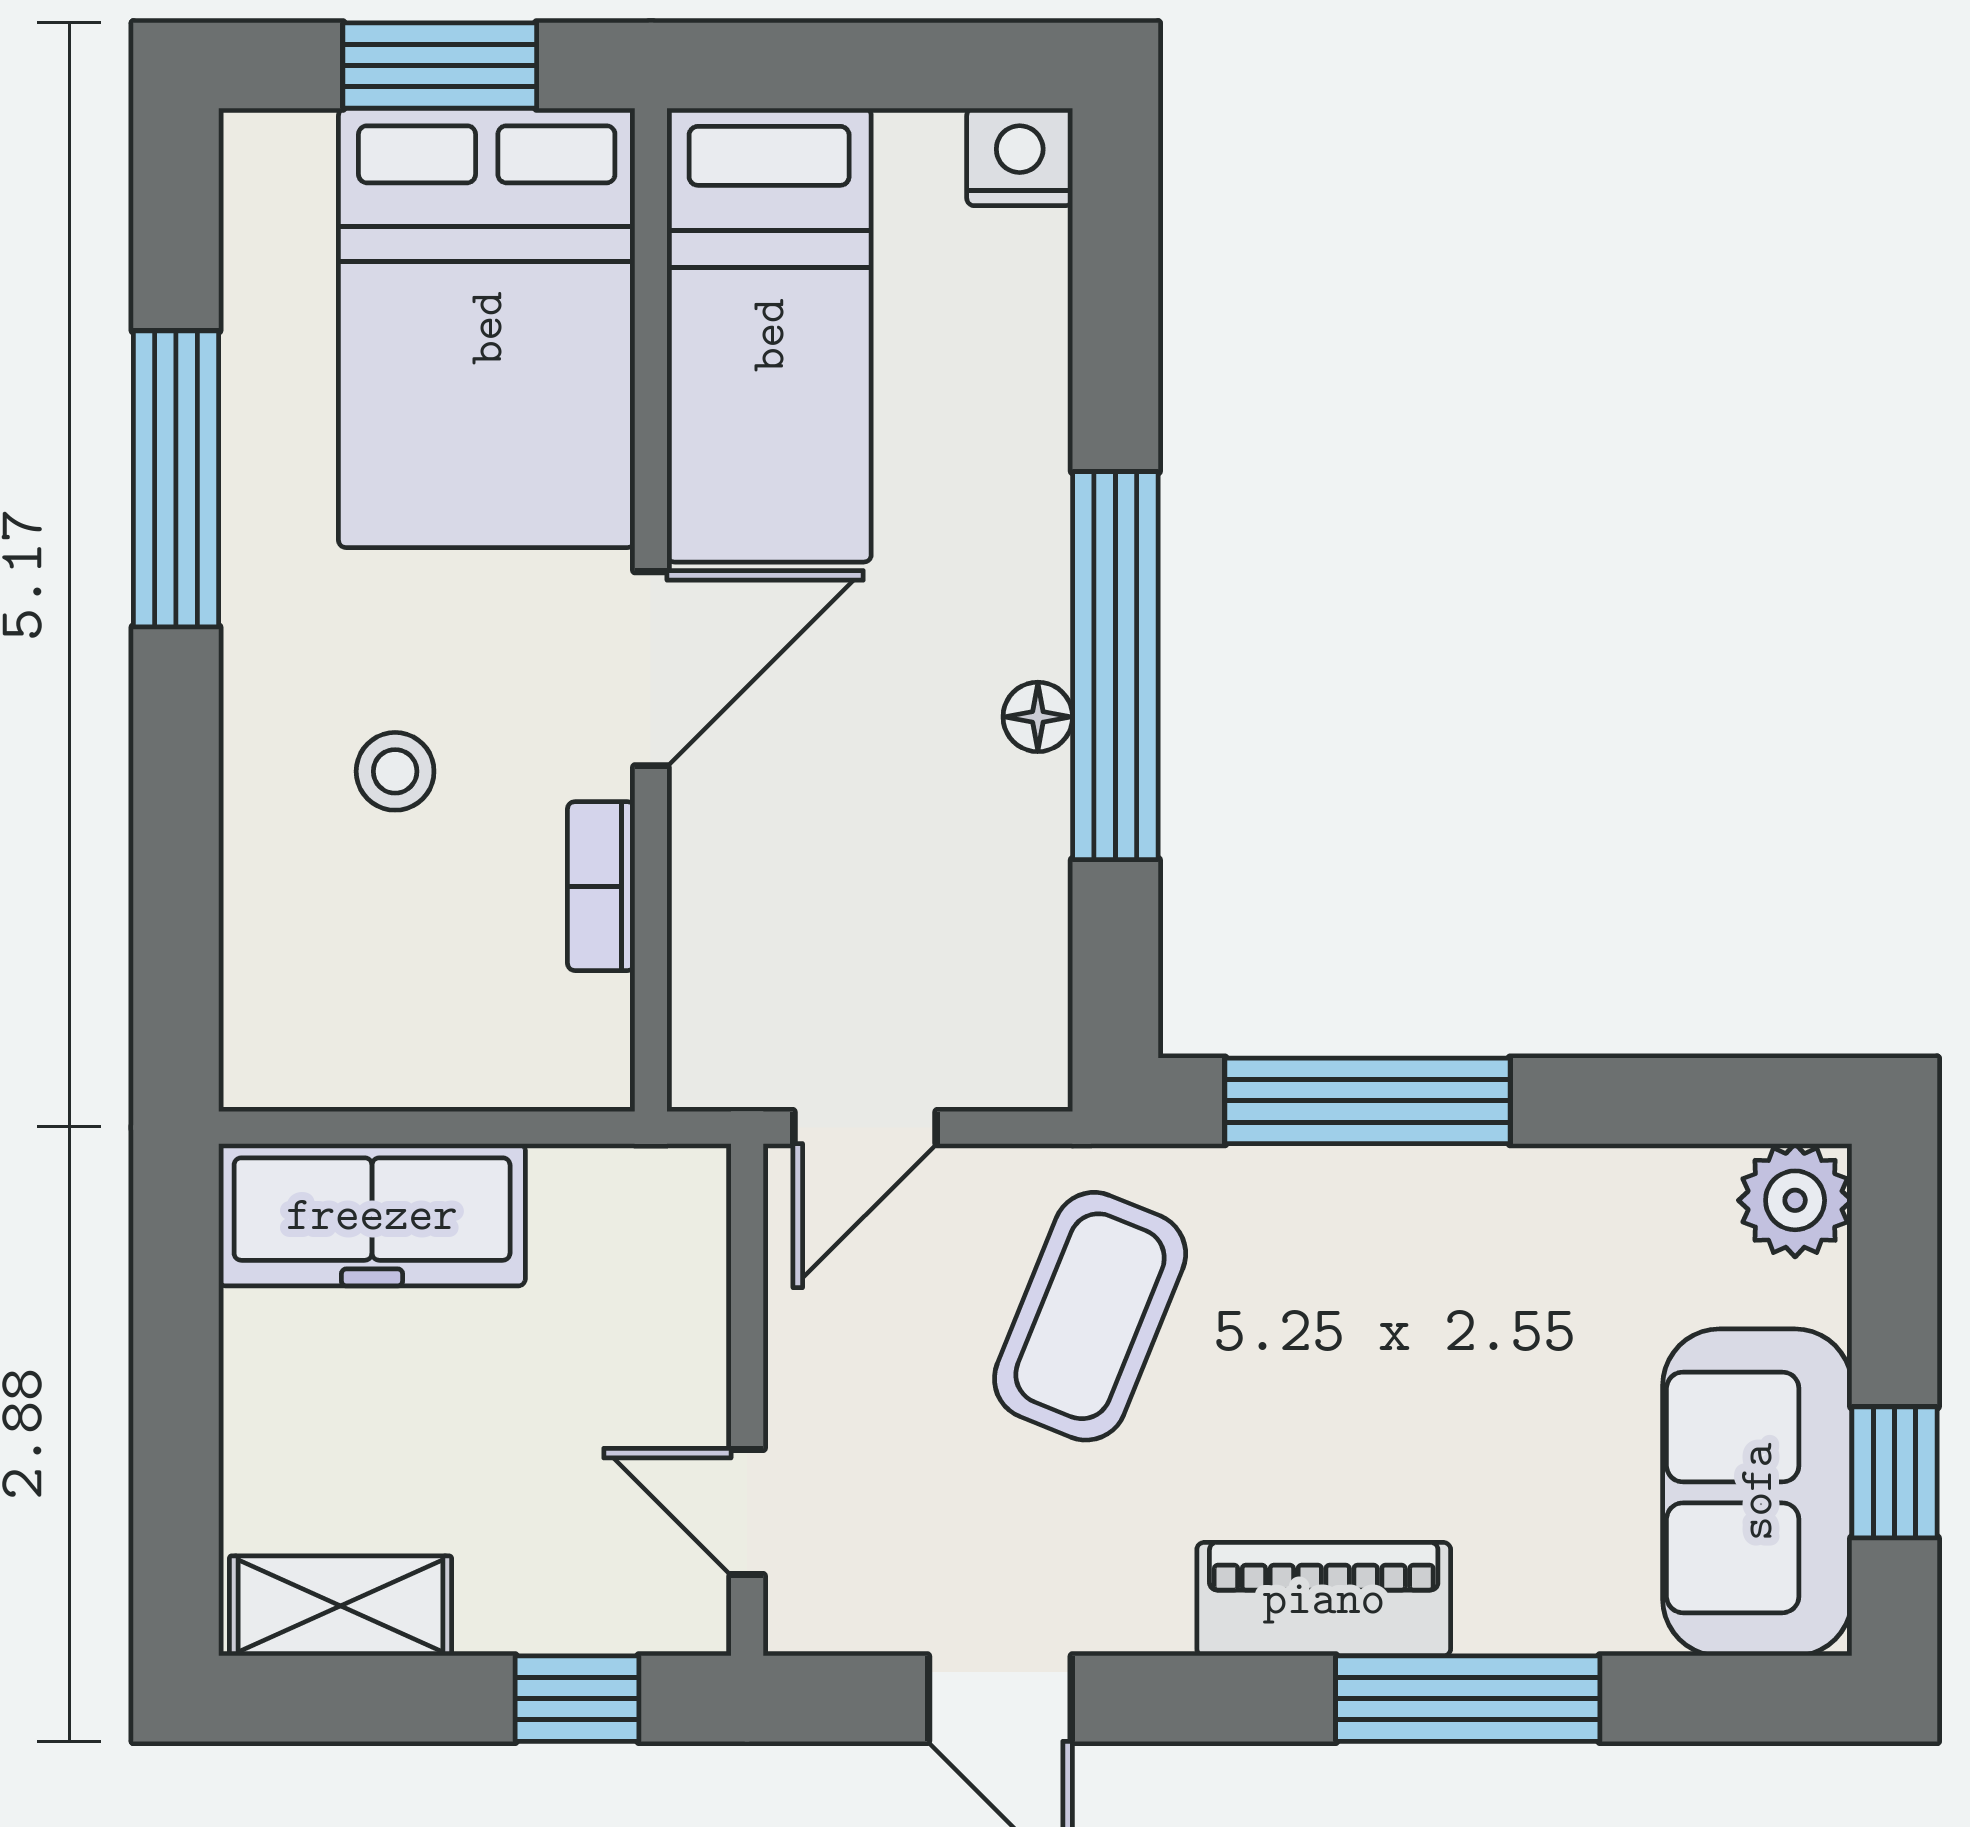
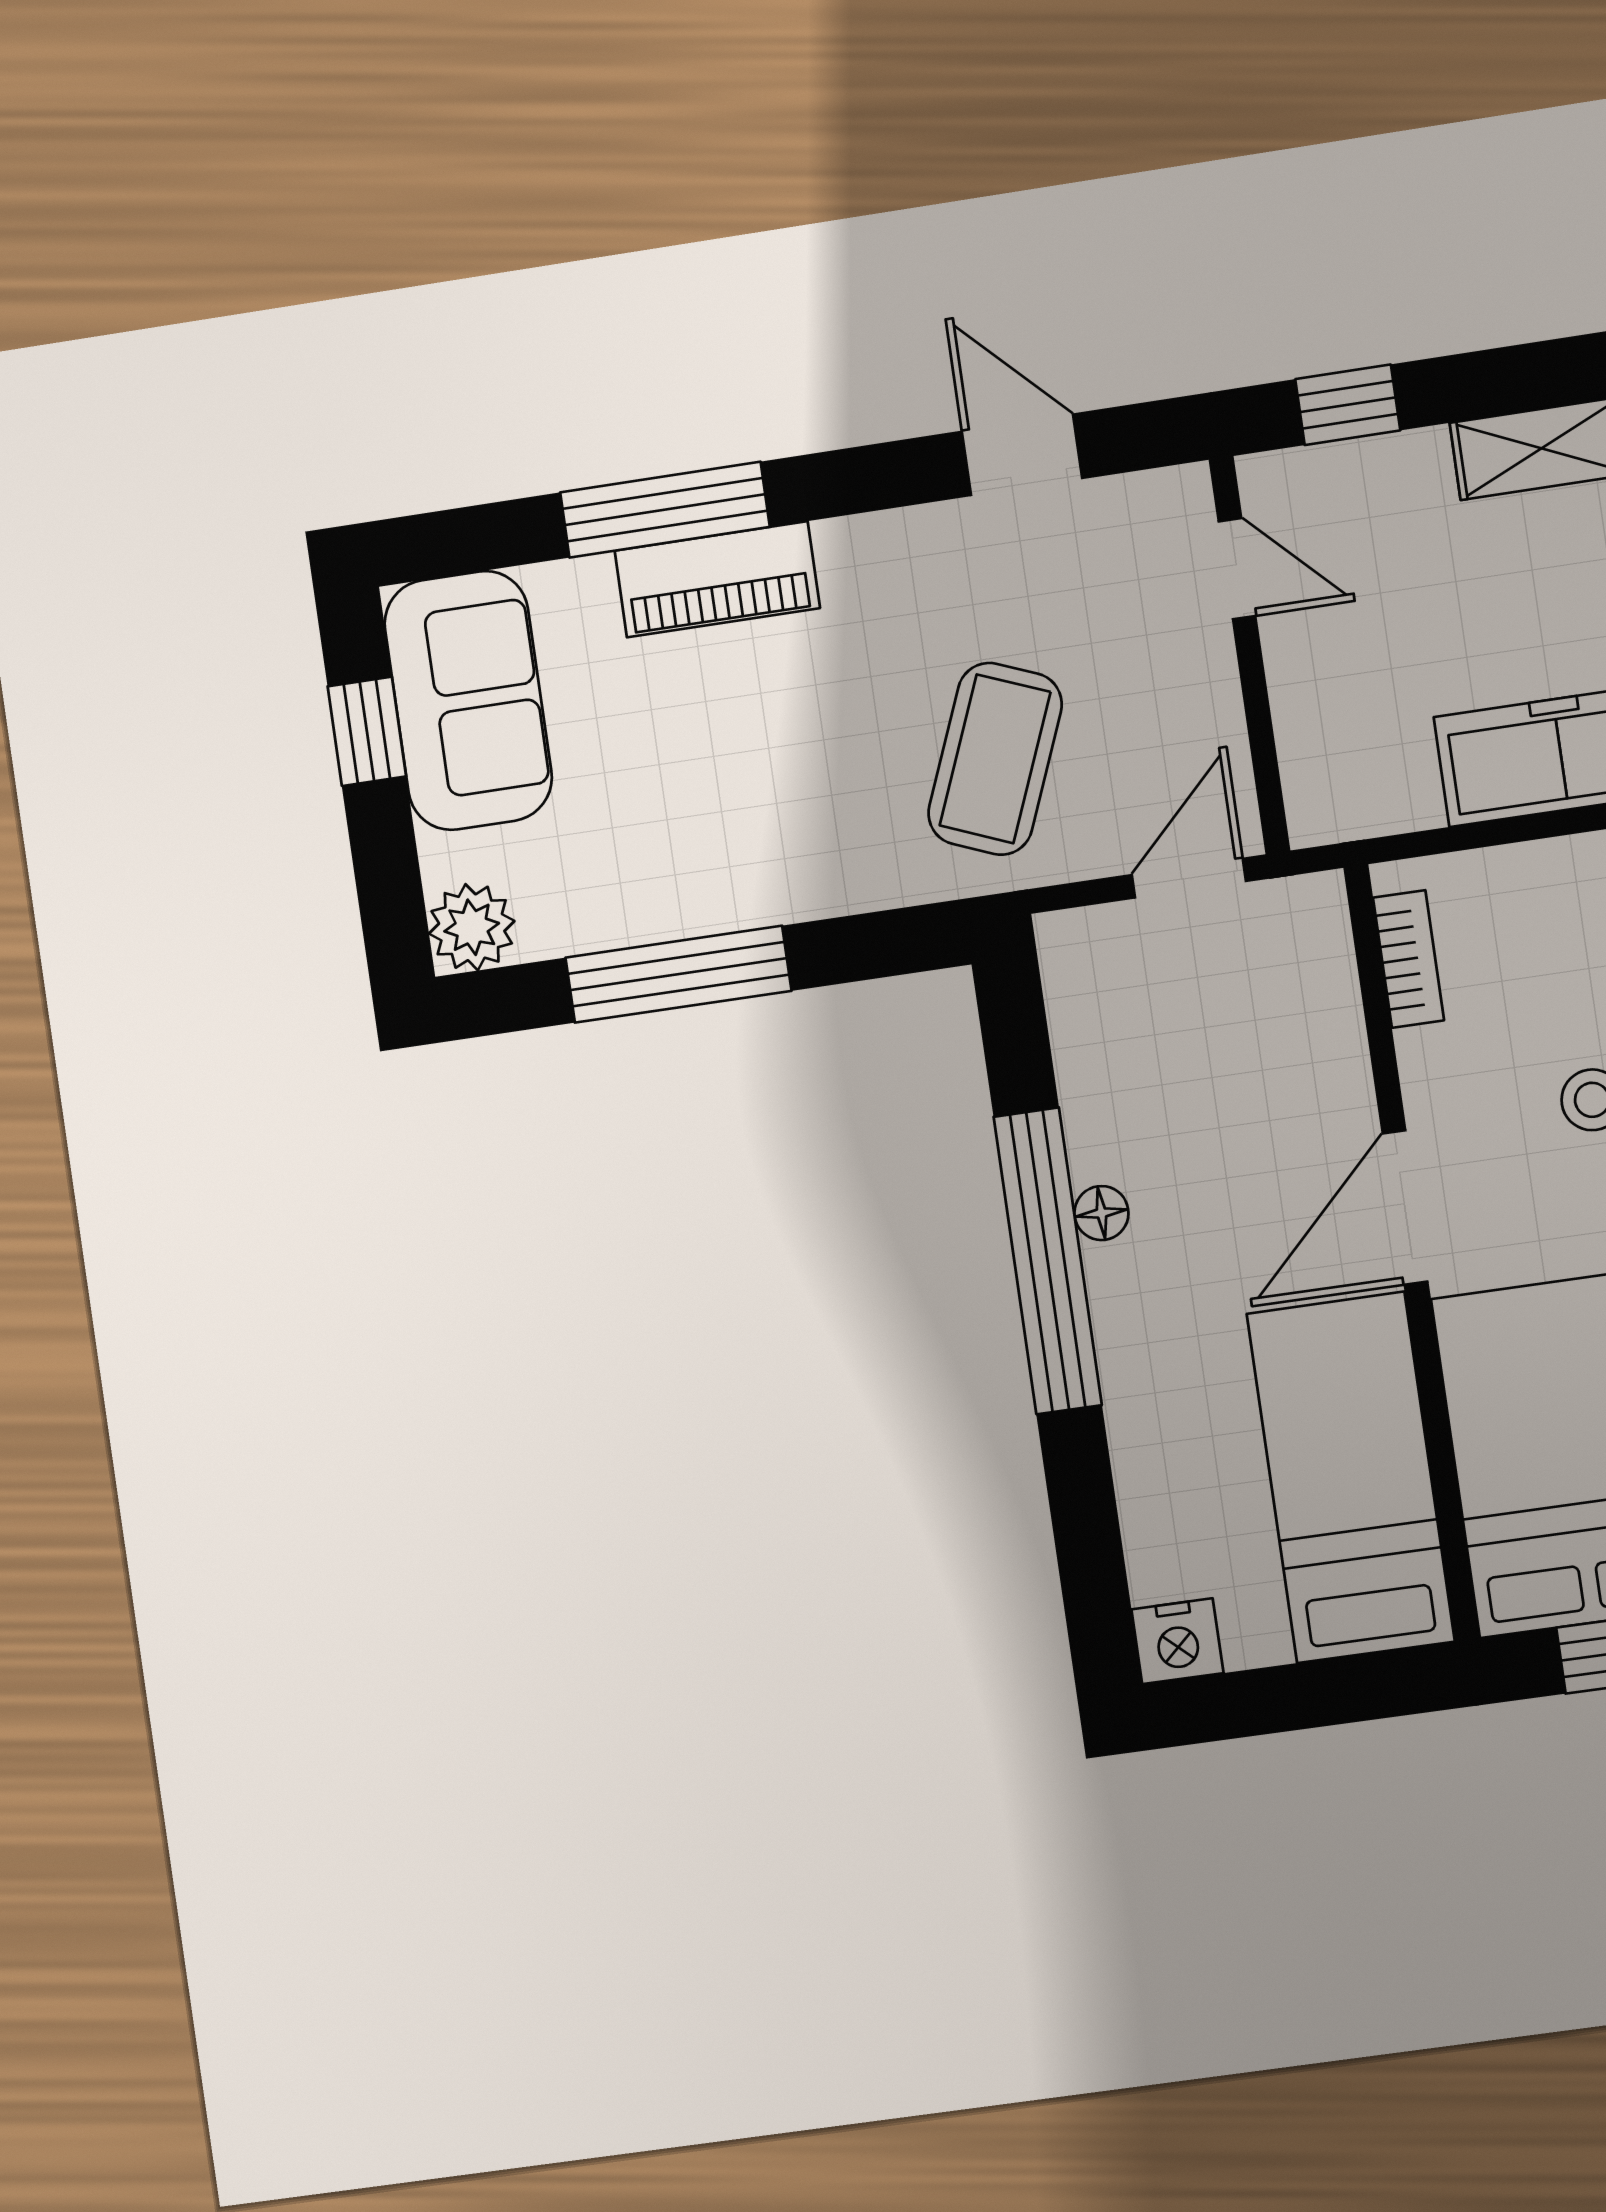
bookcase: (601, 886) -> (1409, 959), moved
window: (1367, 1101) -> (678, 974), moved
piano: (1324, 1599) -> (717, 579), moved

